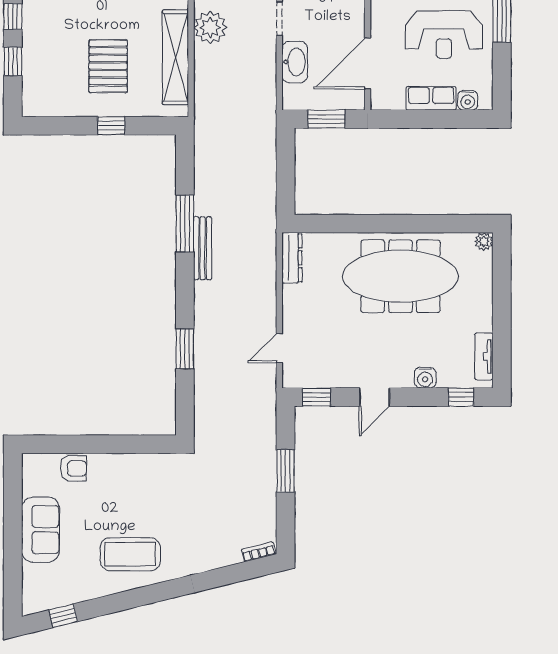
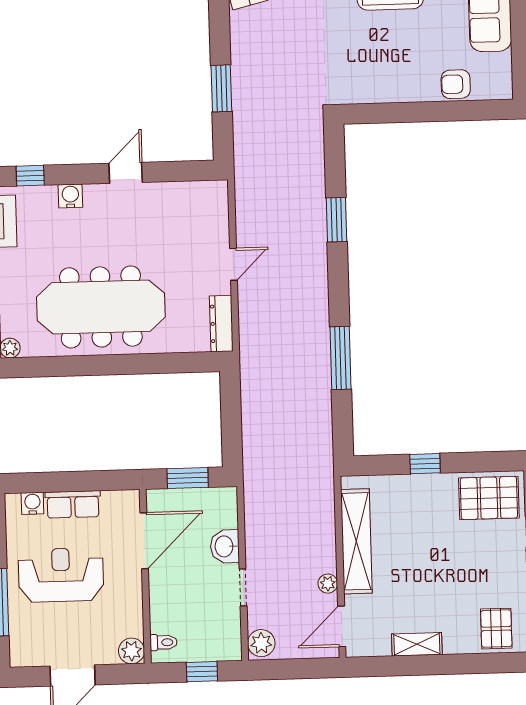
plant: (210, 27) -> (328, 584), width x0.53, depth x0.53
washbasin: (295, 62) -> (225, 546), width x0.72
pallet: (108, 66) -> (489, 498), moved, turned 90
bench: (203, 248) -> (320, 331), removed
door: (279, 348) -> (233, 264), moved
window: (317, 397) -> (190, 171), removed

